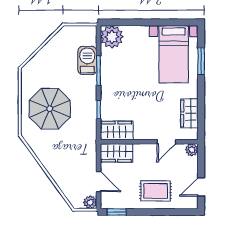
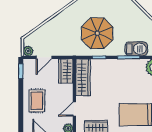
parasol: (50, 109) -> (97, 33), moved
wardrobe: (117, 130) -> (83, 77), width x1.50
door: (166, 142) -> (74, 109), hinge flipped

